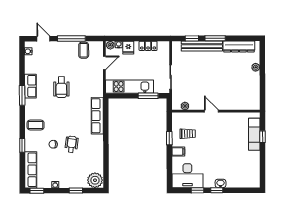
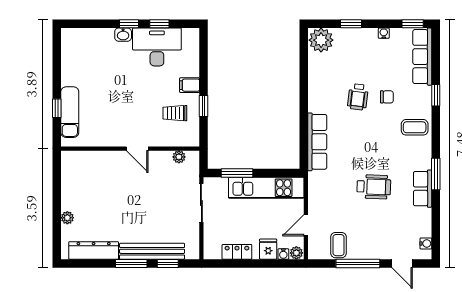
wheelchair: (61, 87) -> (374, 187), turned 92
desk: (187, 176) -> (157, 47), moved

